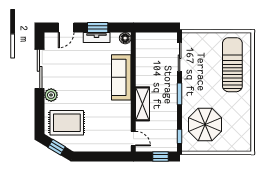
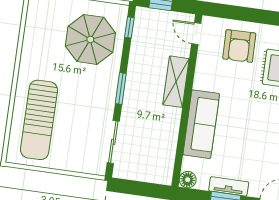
armchair: (103, 134) -> (239, 46), added

